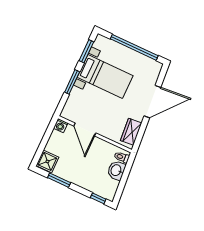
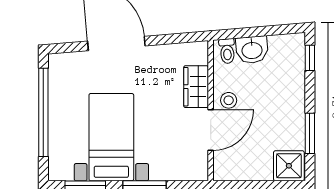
washing machine: (61, 126) -> (222, 171), removed
wardrobe: (131, 132) -> (196, 87), moved, turned 95
stool: (96, 146) -> (229, 100), added

